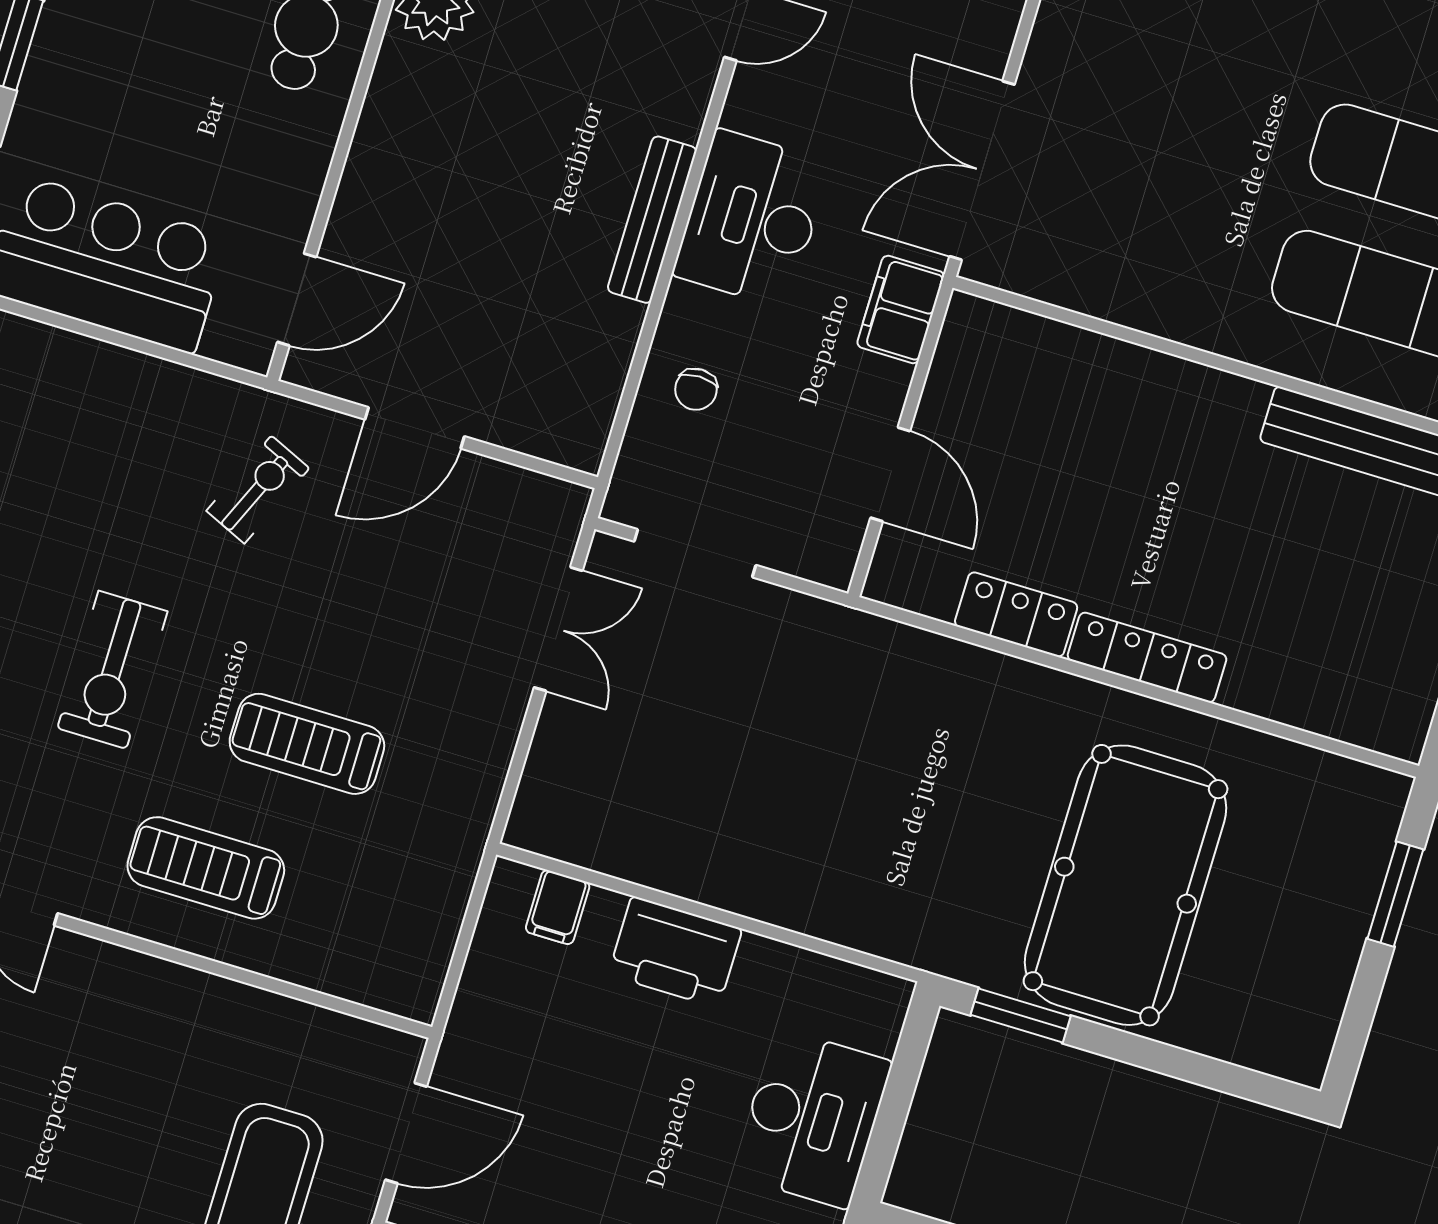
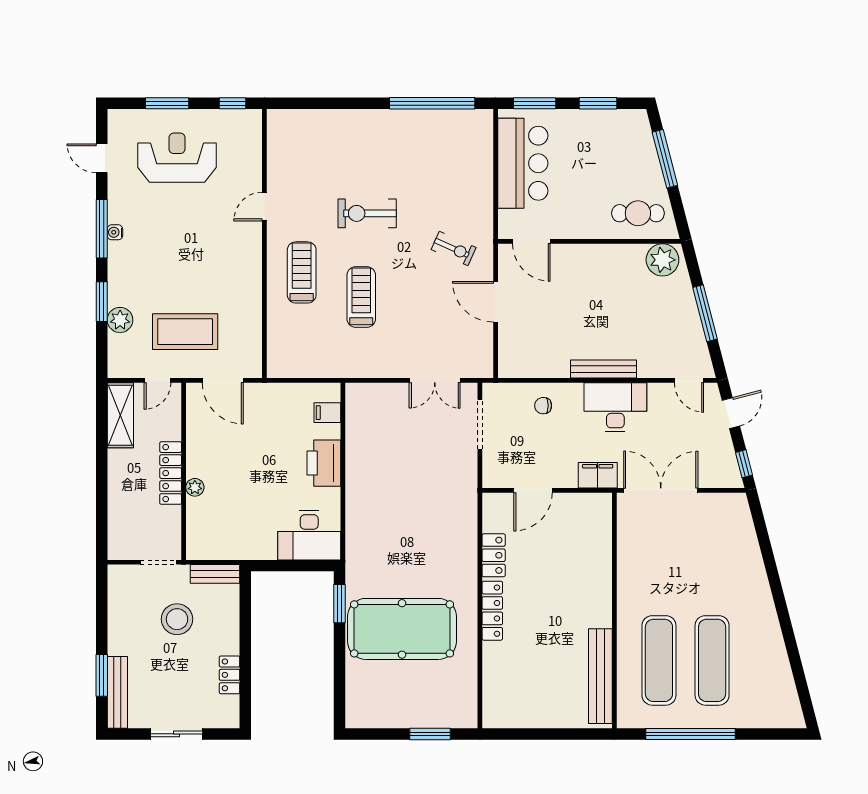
desk: (812, 1118) -> (309, 535), moved

